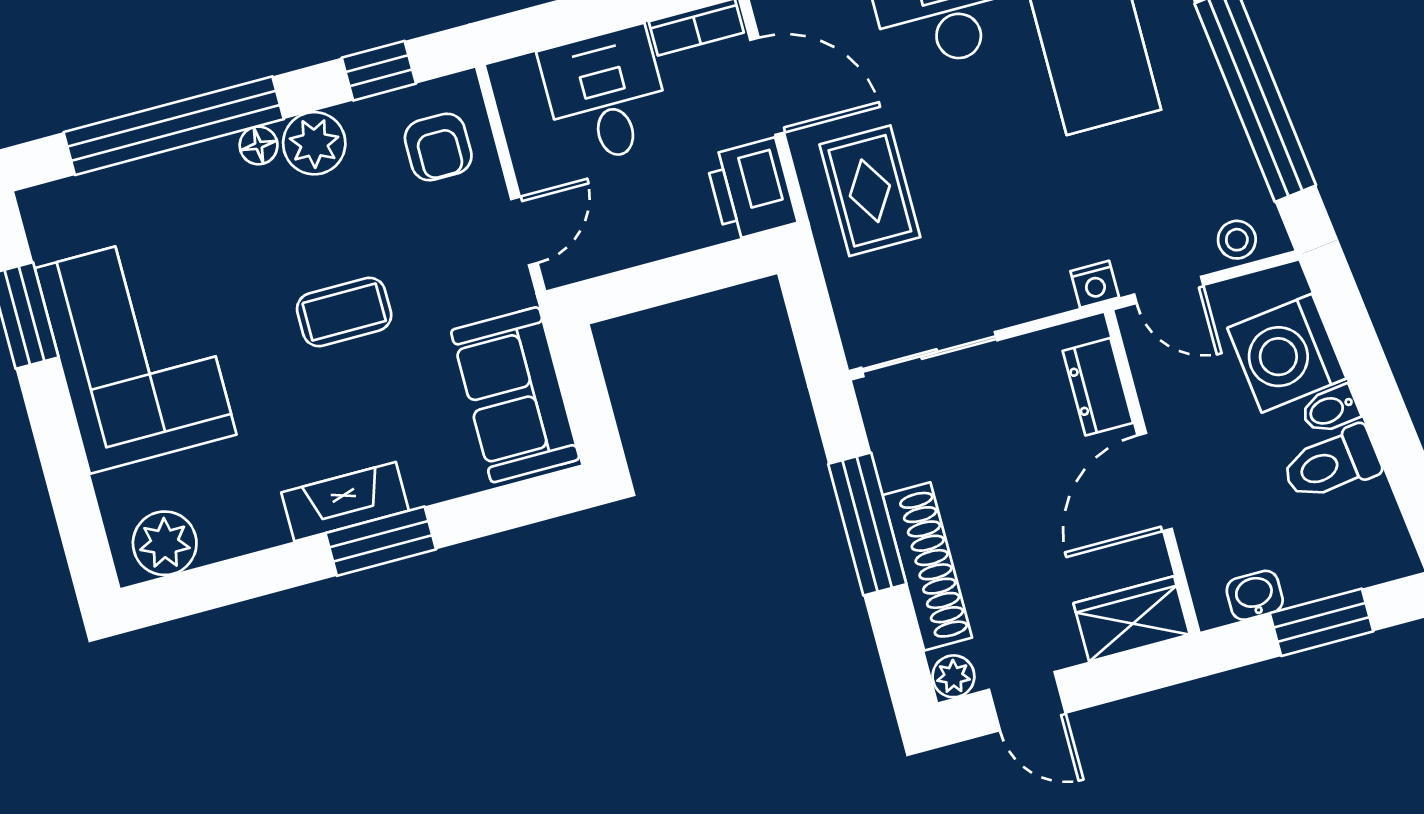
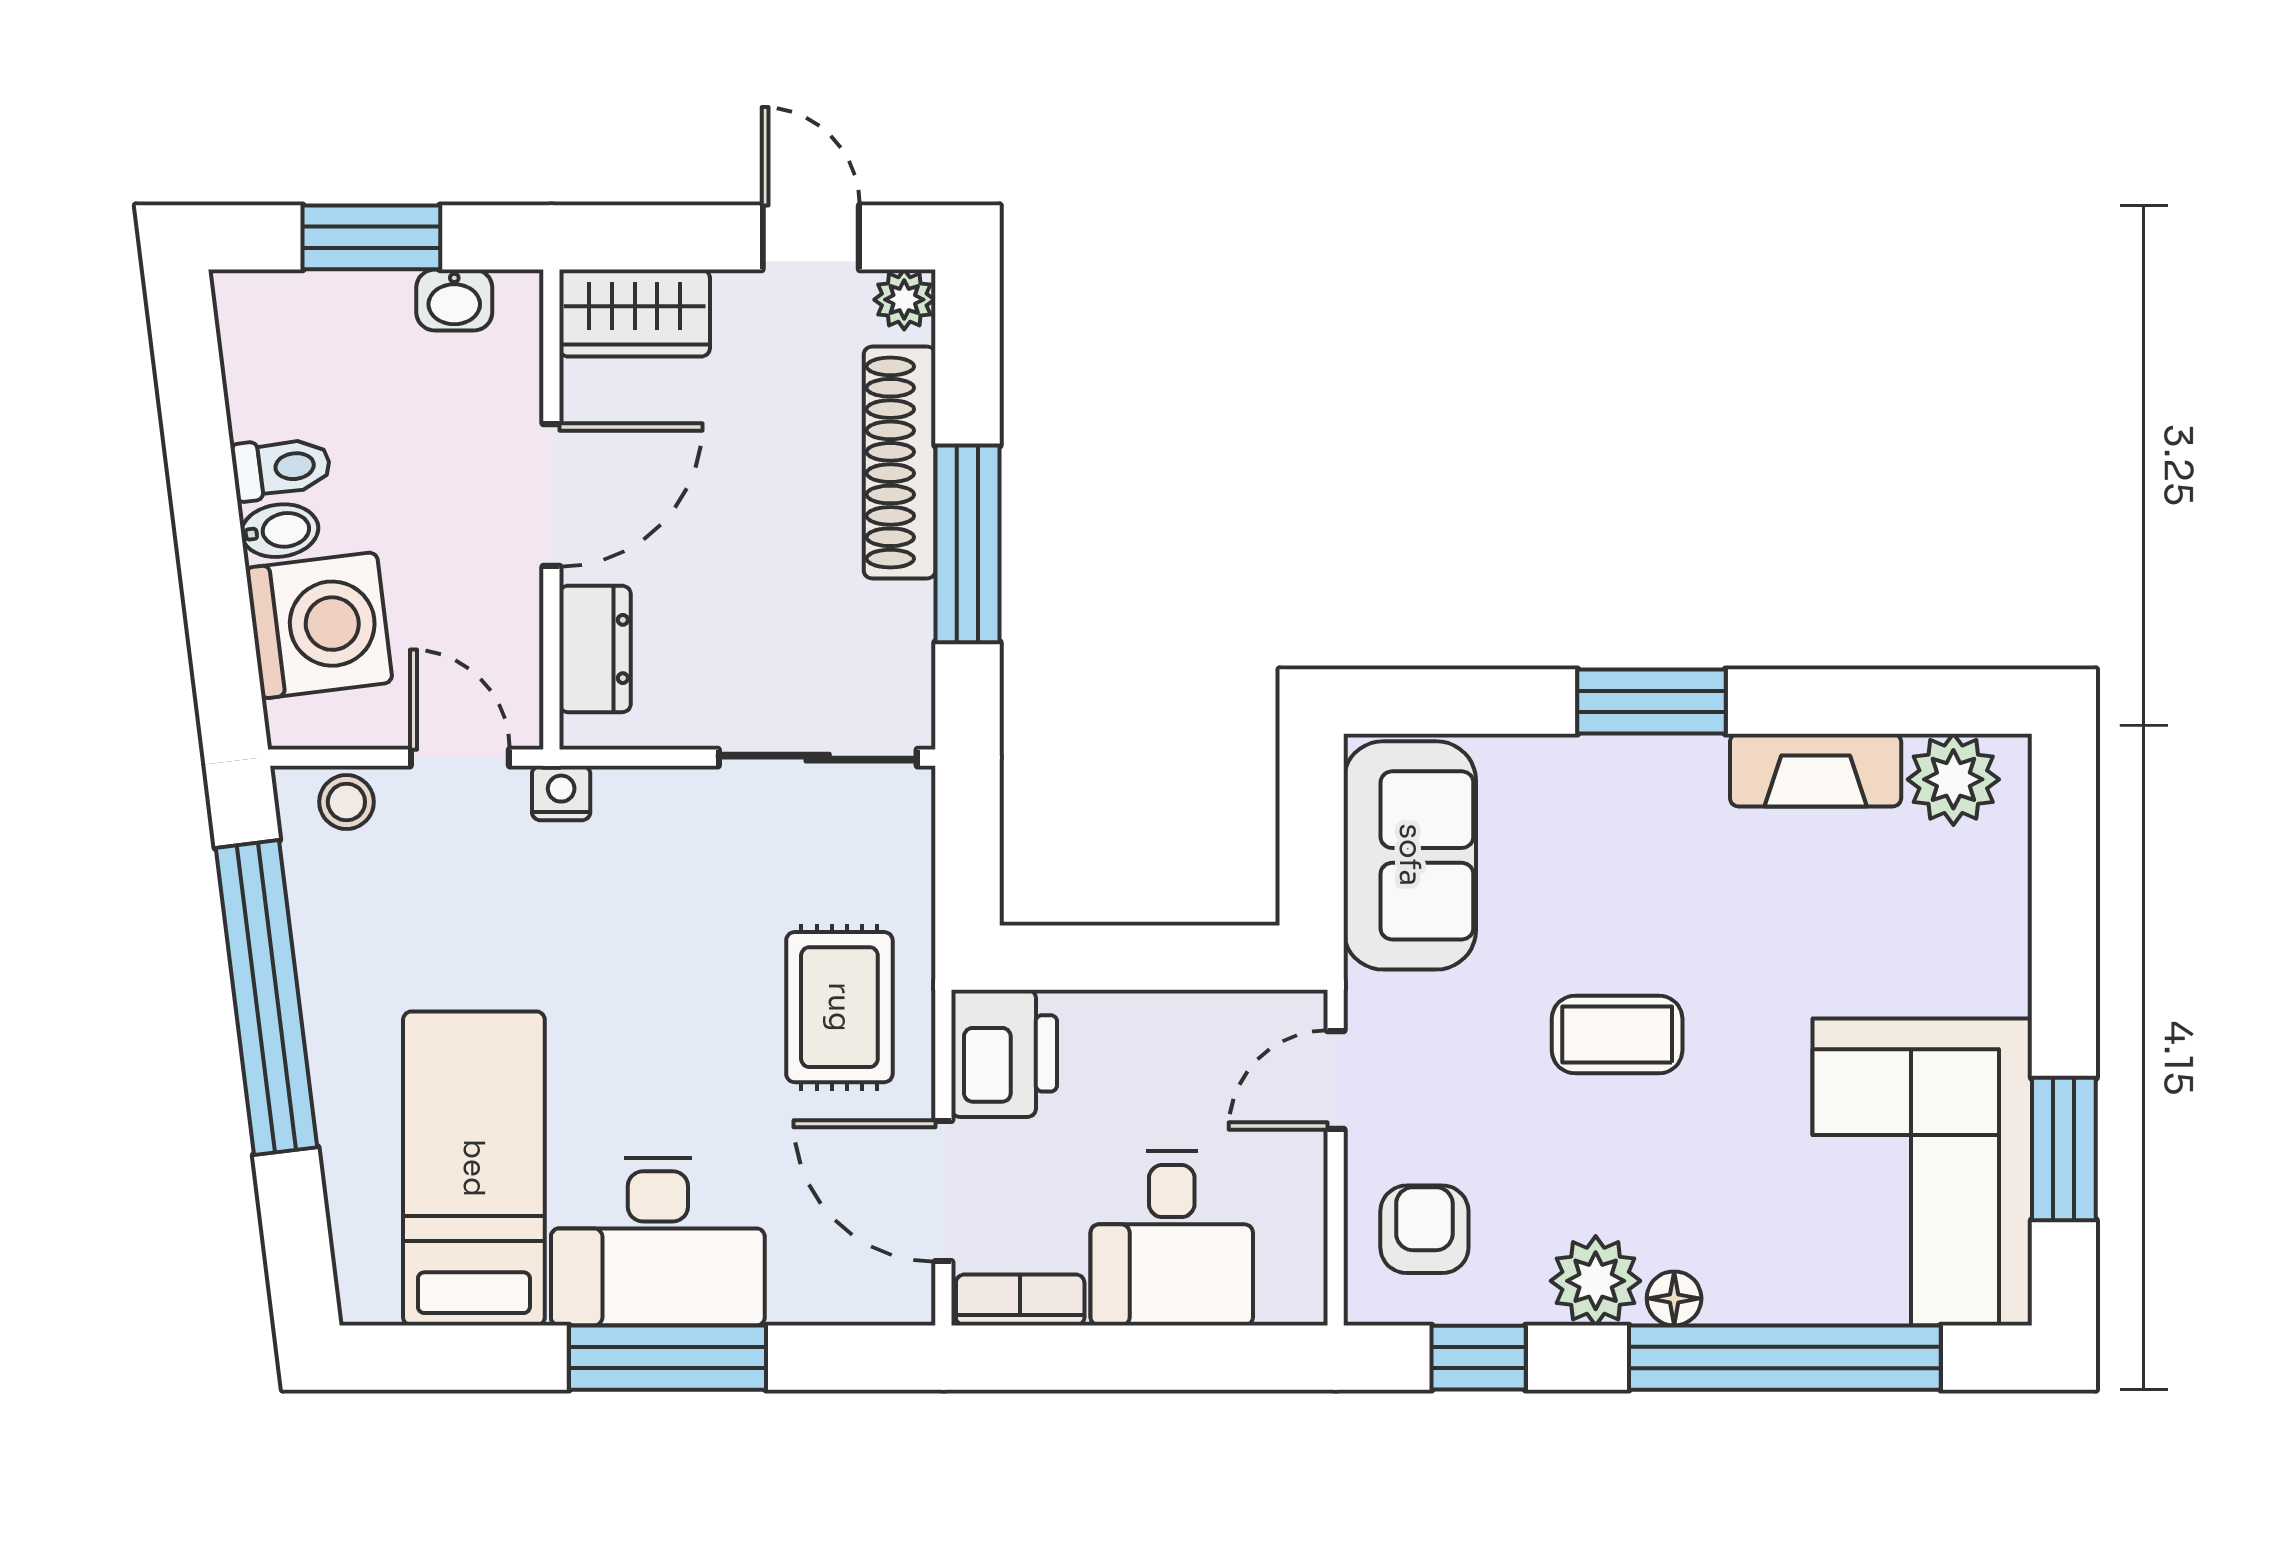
corner sofa: (136, 351) -> (1922, 1172), moved
toilet: (1331, 464) -> (281, 468), width x0.73, depth x0.72
fireplace: (345, 502) -> (1816, 770), moved

